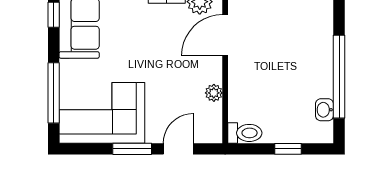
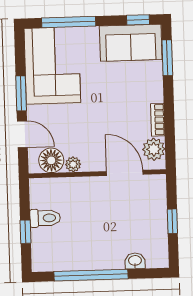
washbasin: (325, 110) -> (135, 261), moved
floor lamp: (209, 117) -> (51, 160), added
toilet: (245, 133) -> (45, 218), moved, turned -90

